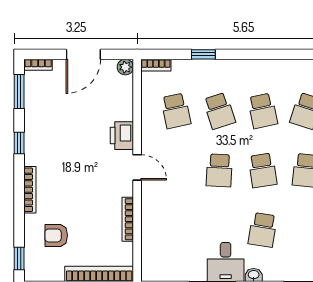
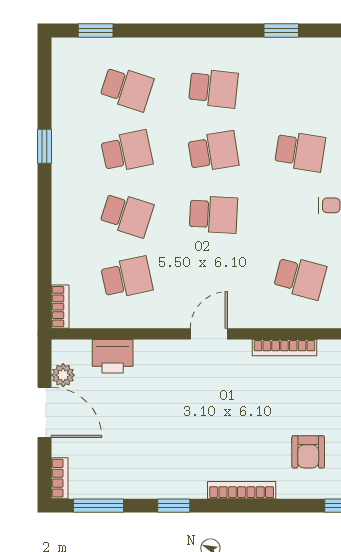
window: (203, 54) -> (45, 146), moved
plant: (125, 67) -> (63, 375), moved
school desk: (219, 111) -> (127, 214), turned 36
printer: (122, 136) -> (113, 356), moved
school desk: (176, 230) -> (300, 278), added

